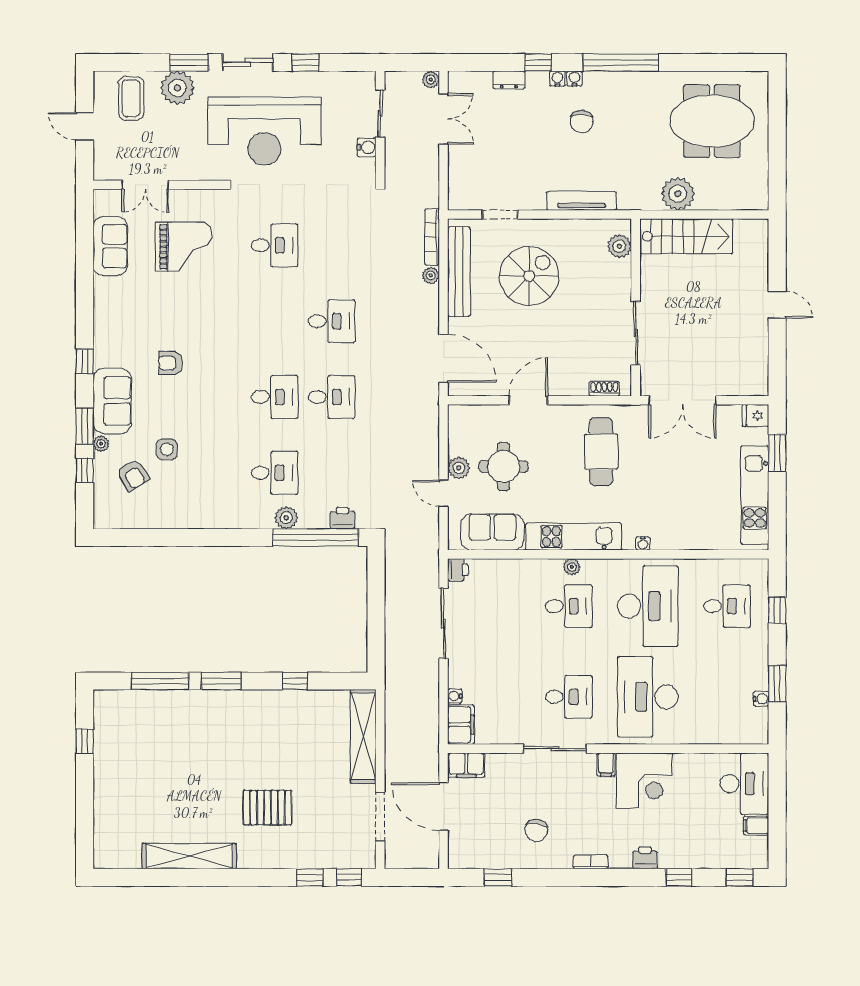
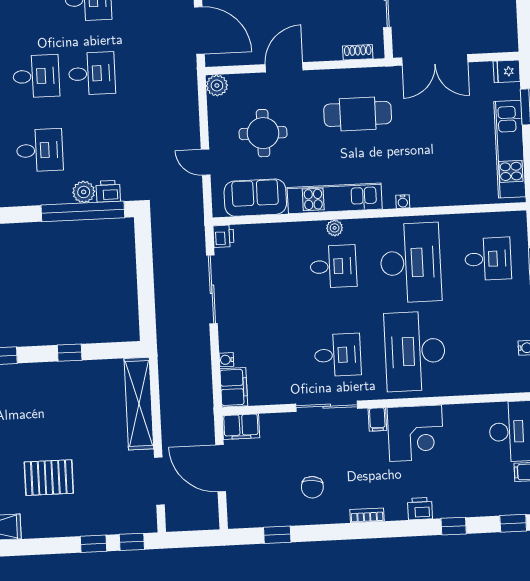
cafe table: (601, 452) -> (358, 114), turned 90
plant: (459, 468) -> (217, 85), moved
plant: (286, 518) -> (84, 192), moved

